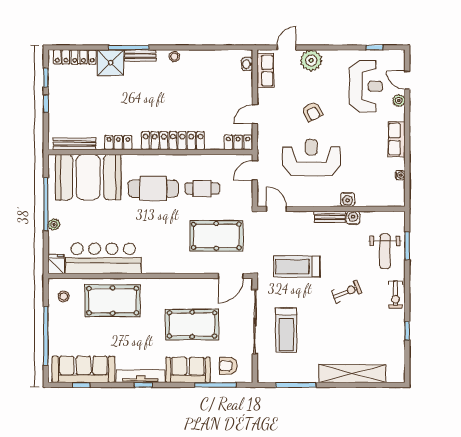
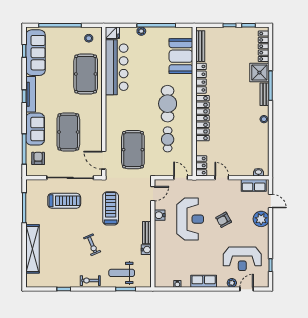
locker: (118, 143) -> (201, 78), width x1.53
booth: (88, 177) -> (181, 56), width x0.73, depth x0.70
water cooler: (348, 199) -> (160, 215), moved
treadmill: (286, 330) -> (64, 201), turned 180

